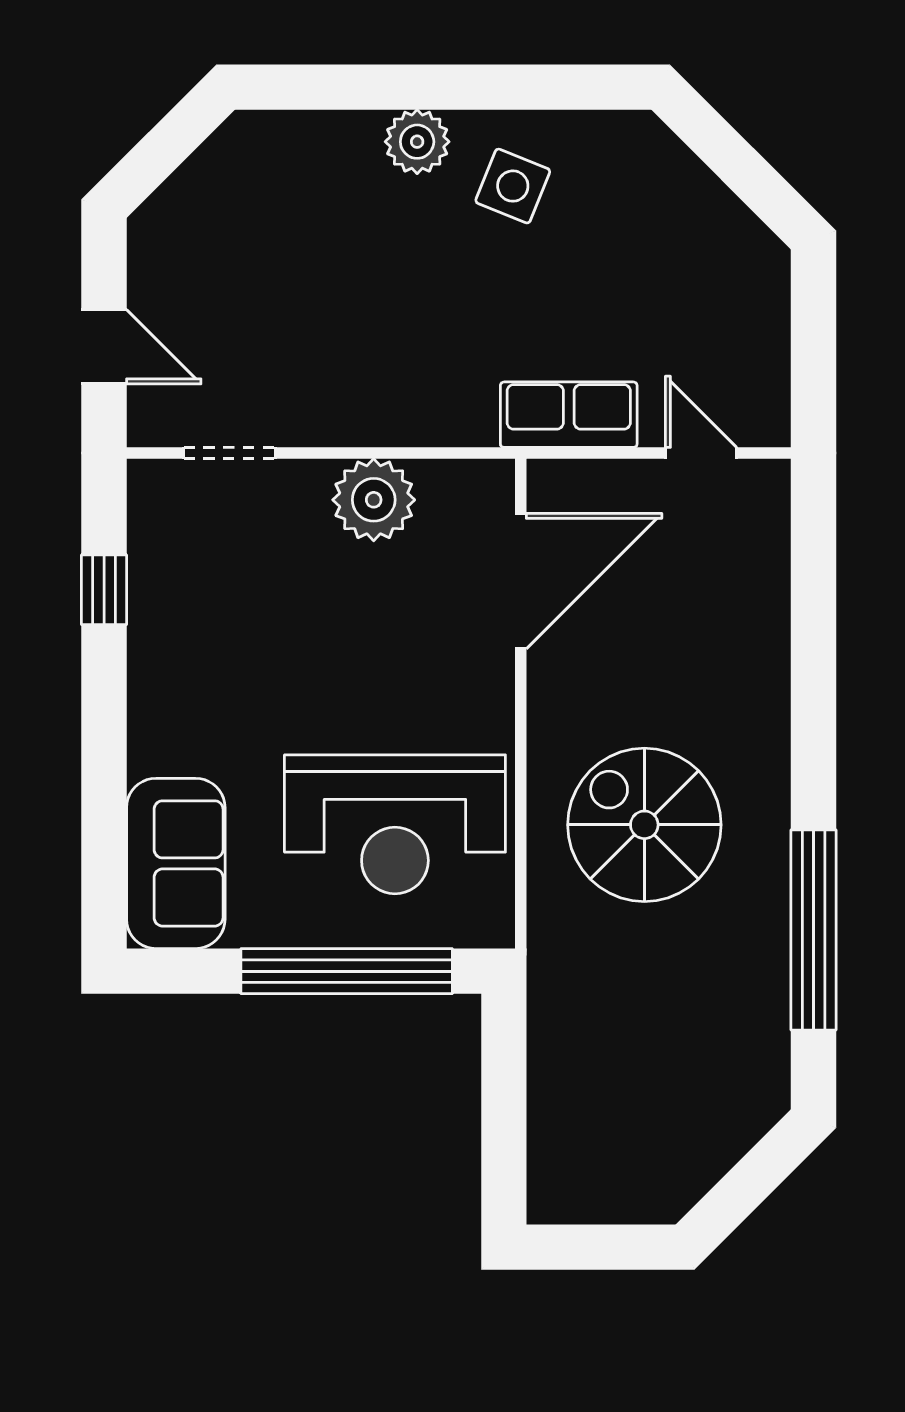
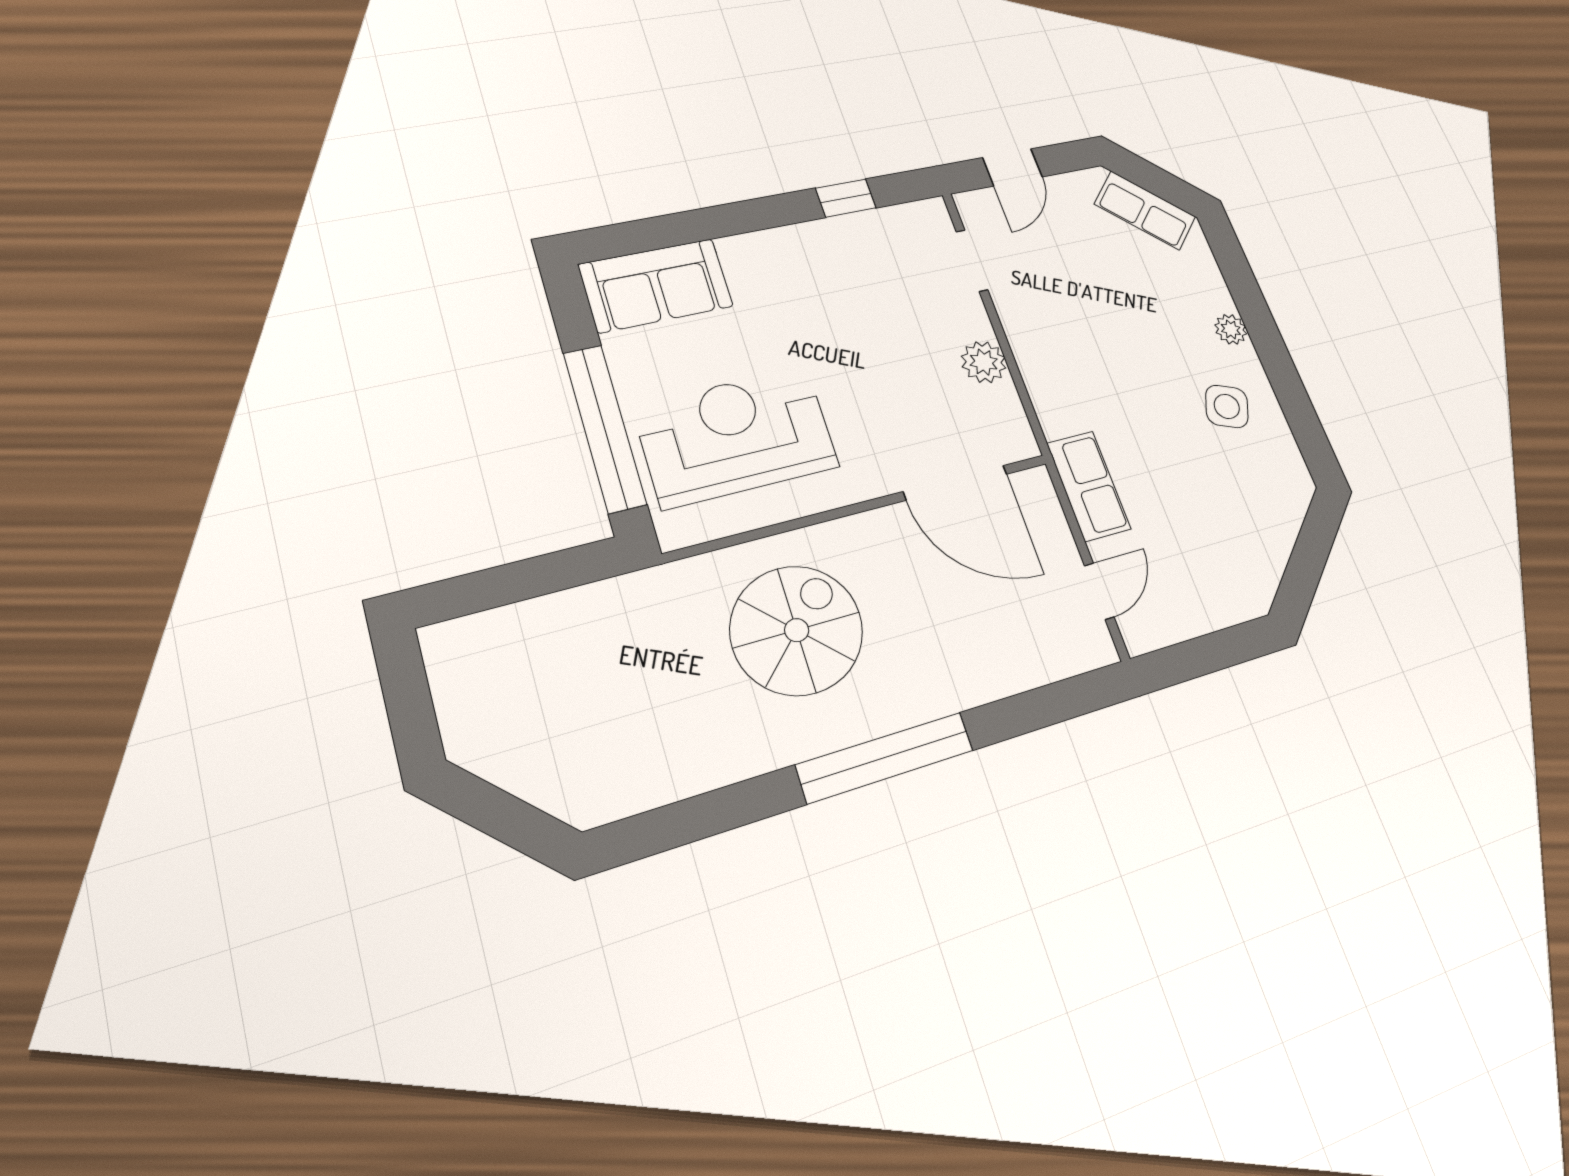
plant: (417, 142) -> (1231, 329), width x0.73, depth x0.73
row of seats: (208, 182) -> (1145, 210), added
plant: (374, 500) -> (984, 362), width x0.73, depth x0.73
reception desk: (395, 824) -> (736, 436), turned 90
window: (814, 930) -> (885, 757), moved

